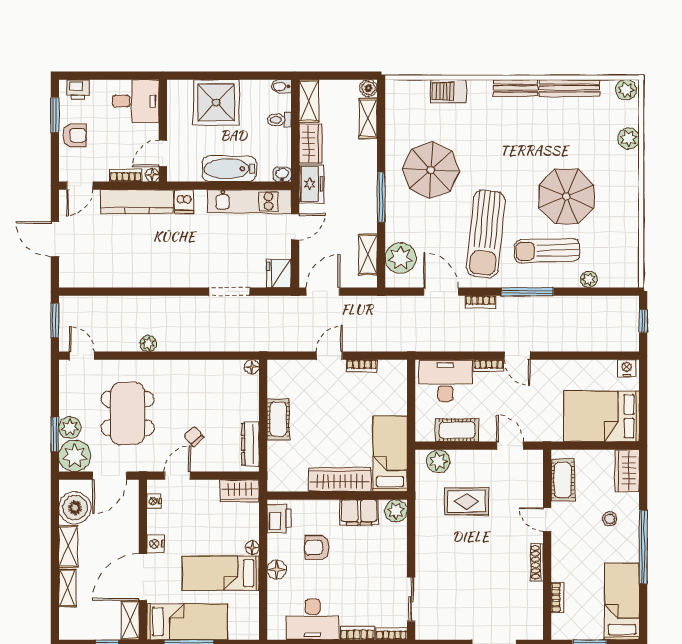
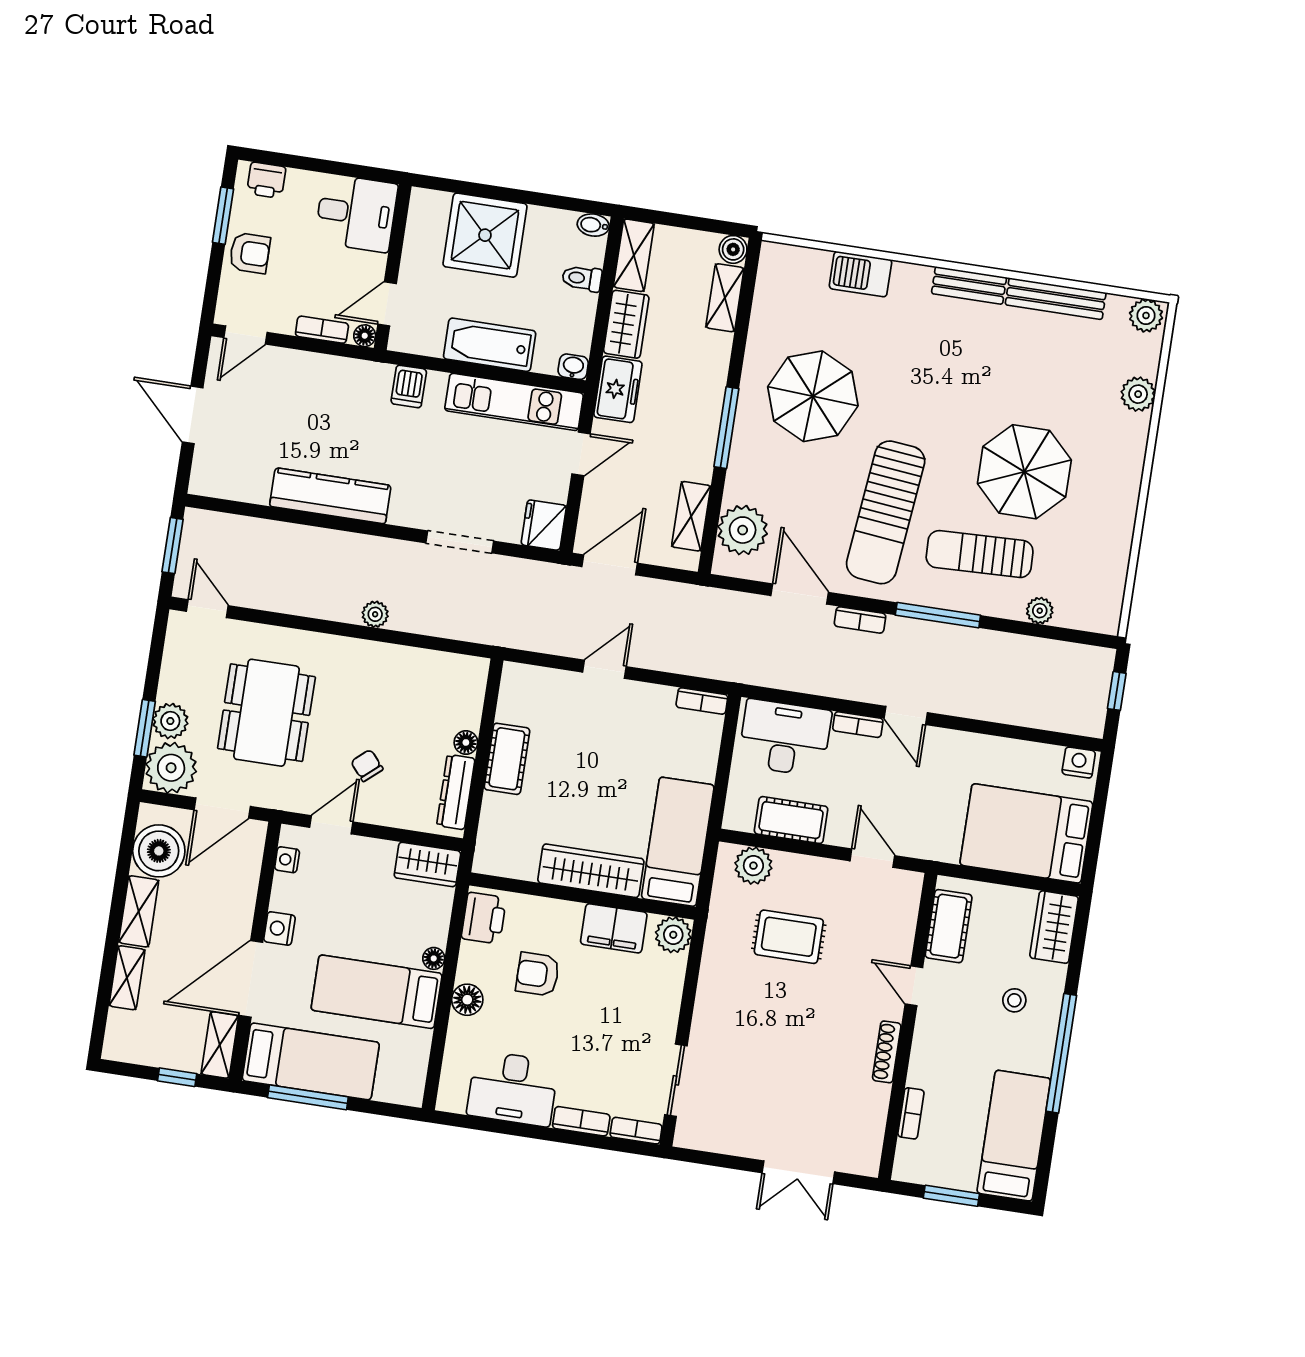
kitchen counter: (137, 202) -> (330, 496), moved, turned 180
plant: (148, 344) -> (375, 614), moved
bookcase: (362, 366) -> (702, 701), moved
floor lamp: (252, 367) -> (466, 742), moved

